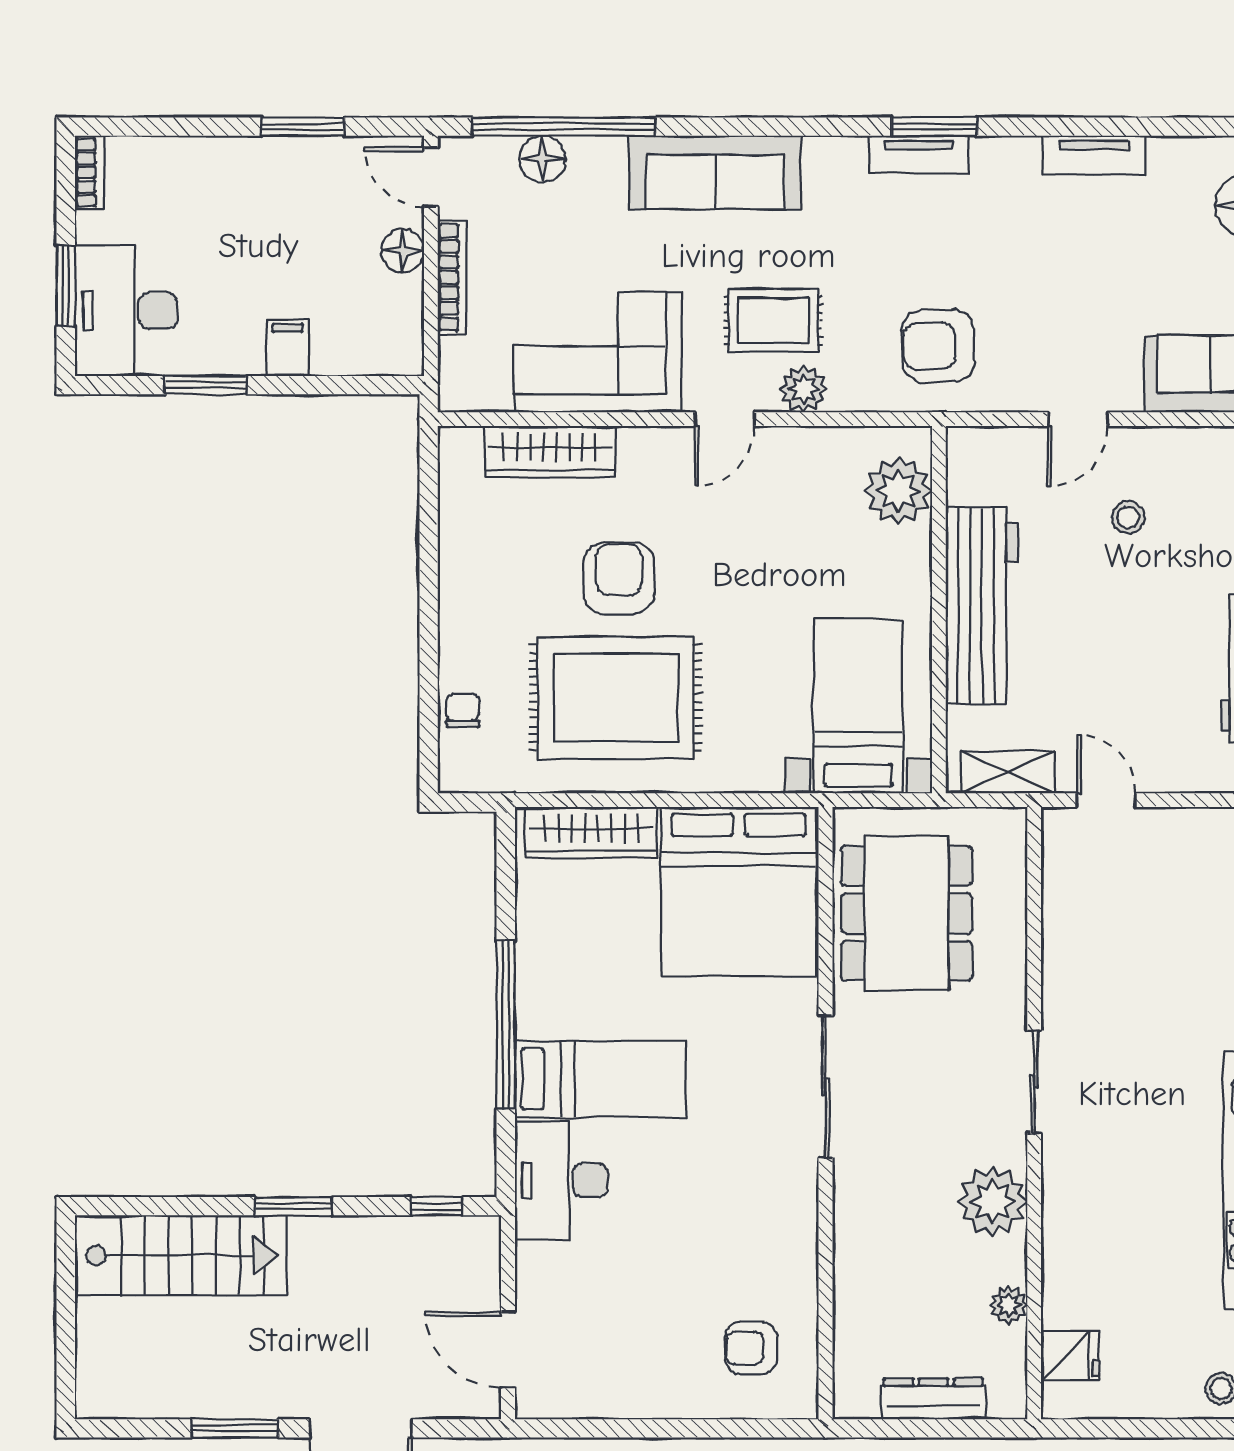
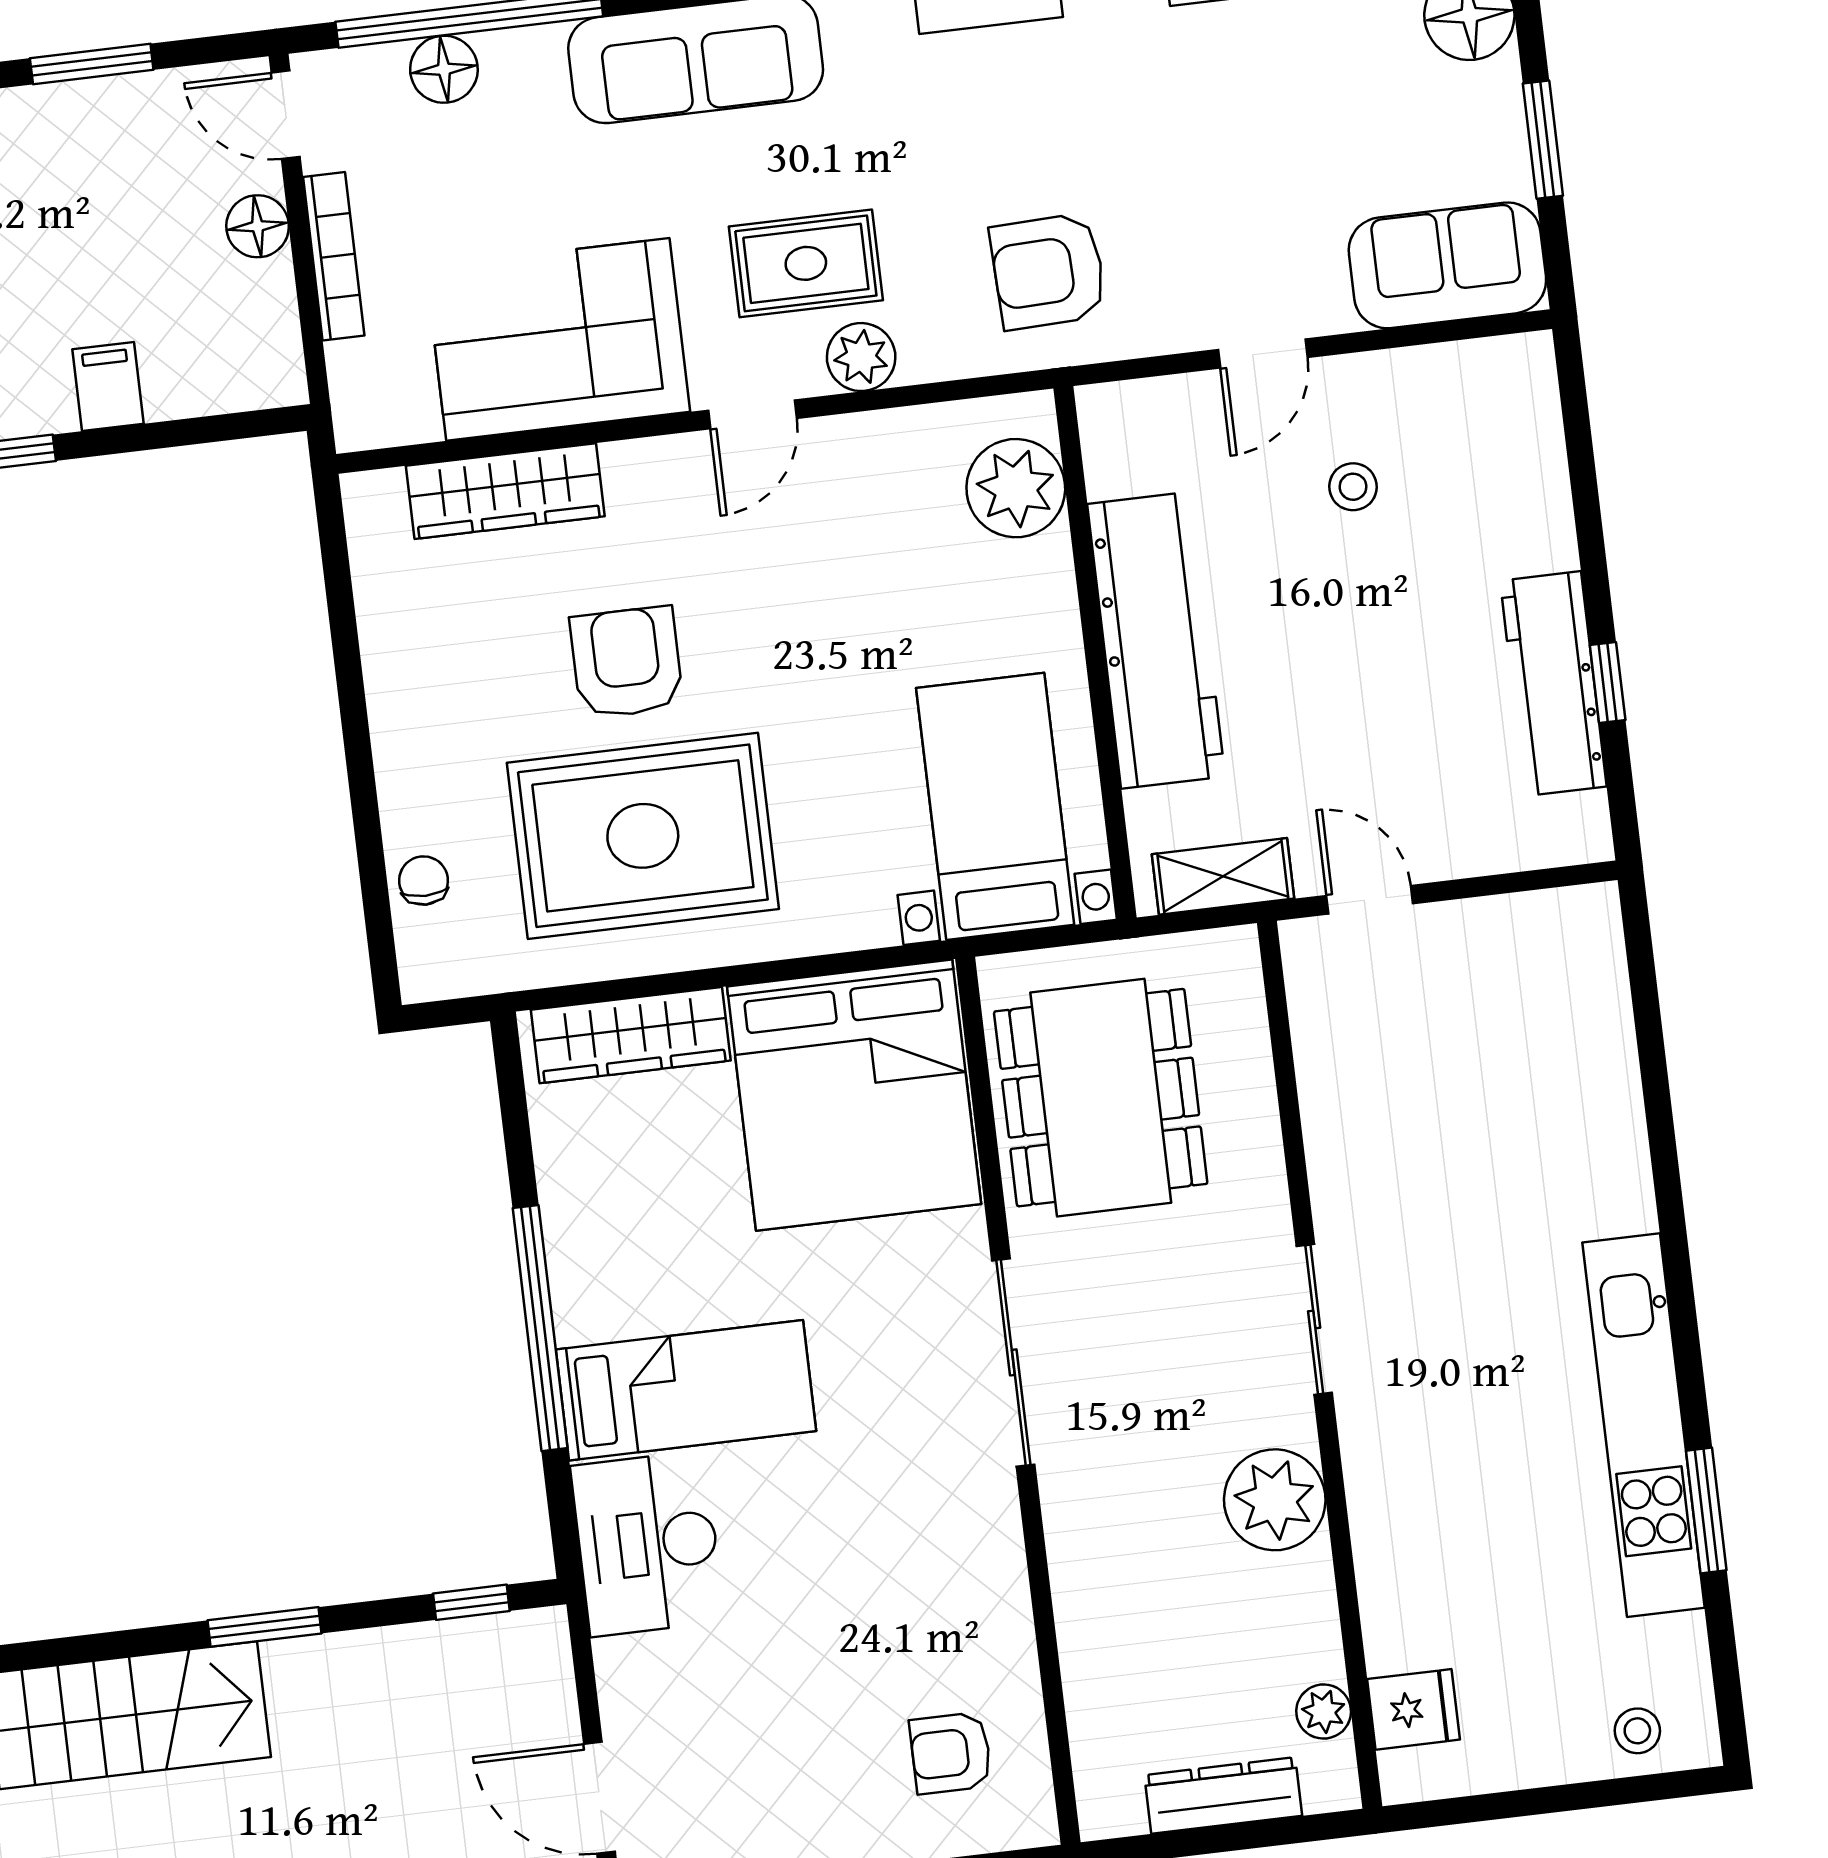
plant: (1009, 1305) -> (1324, 1712), moved

